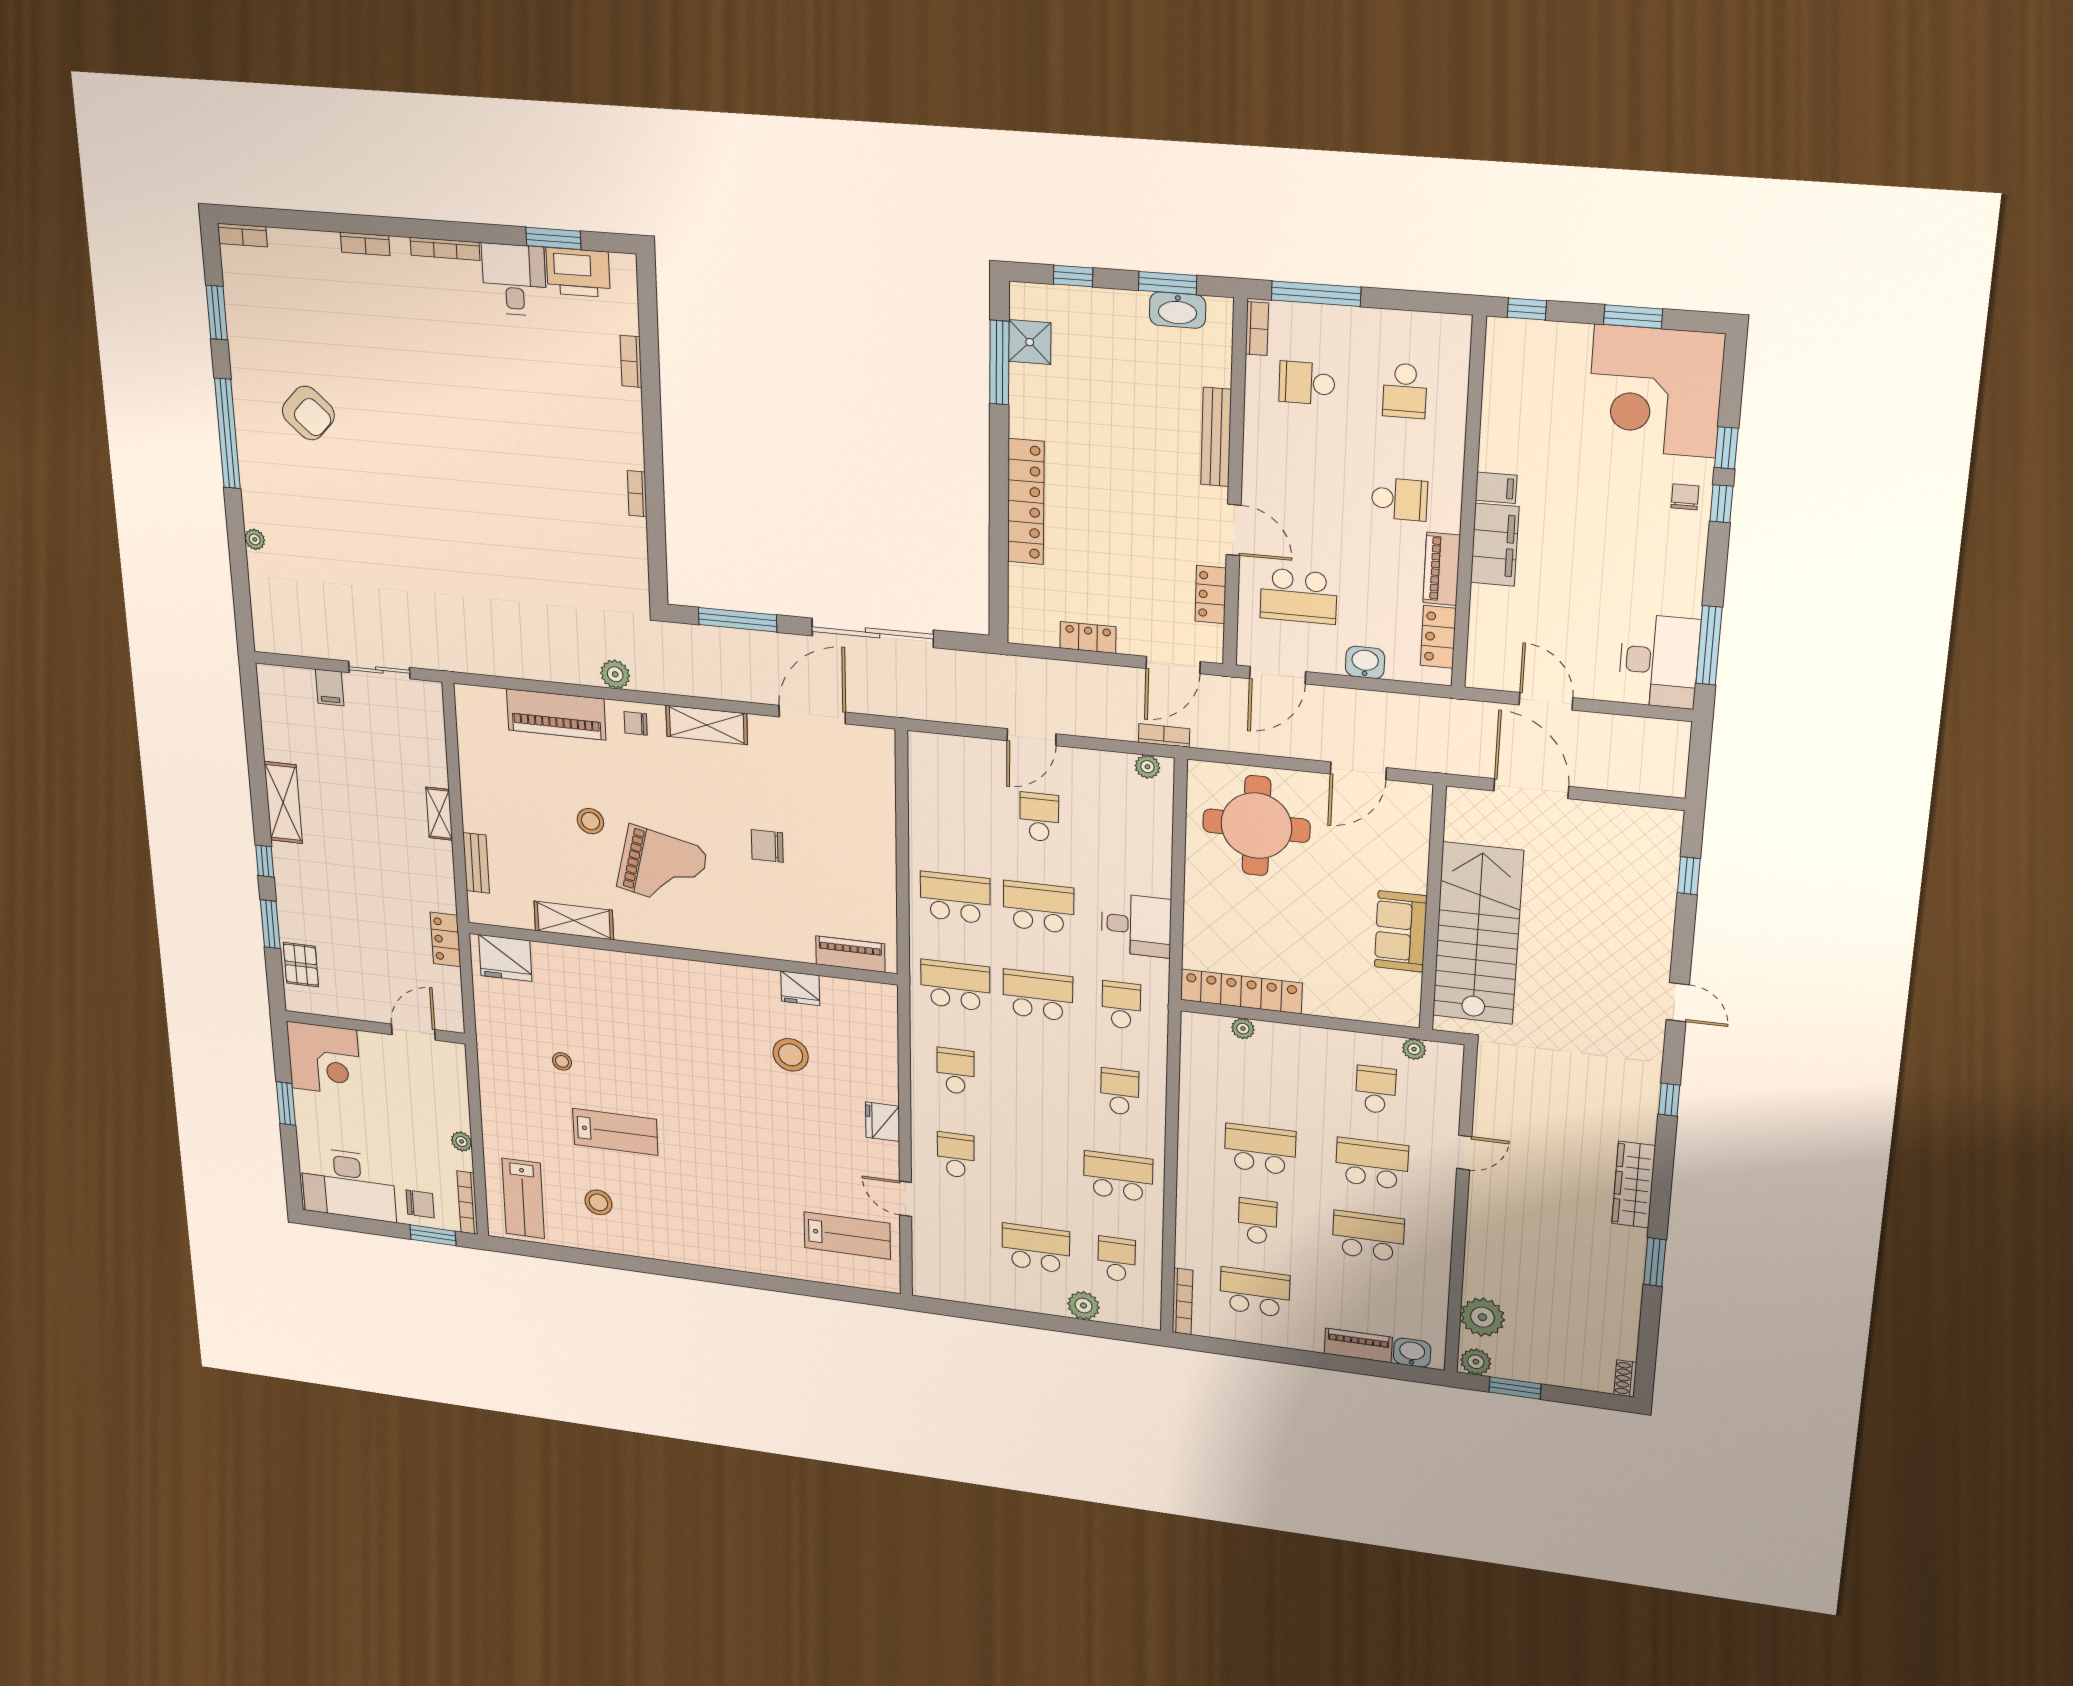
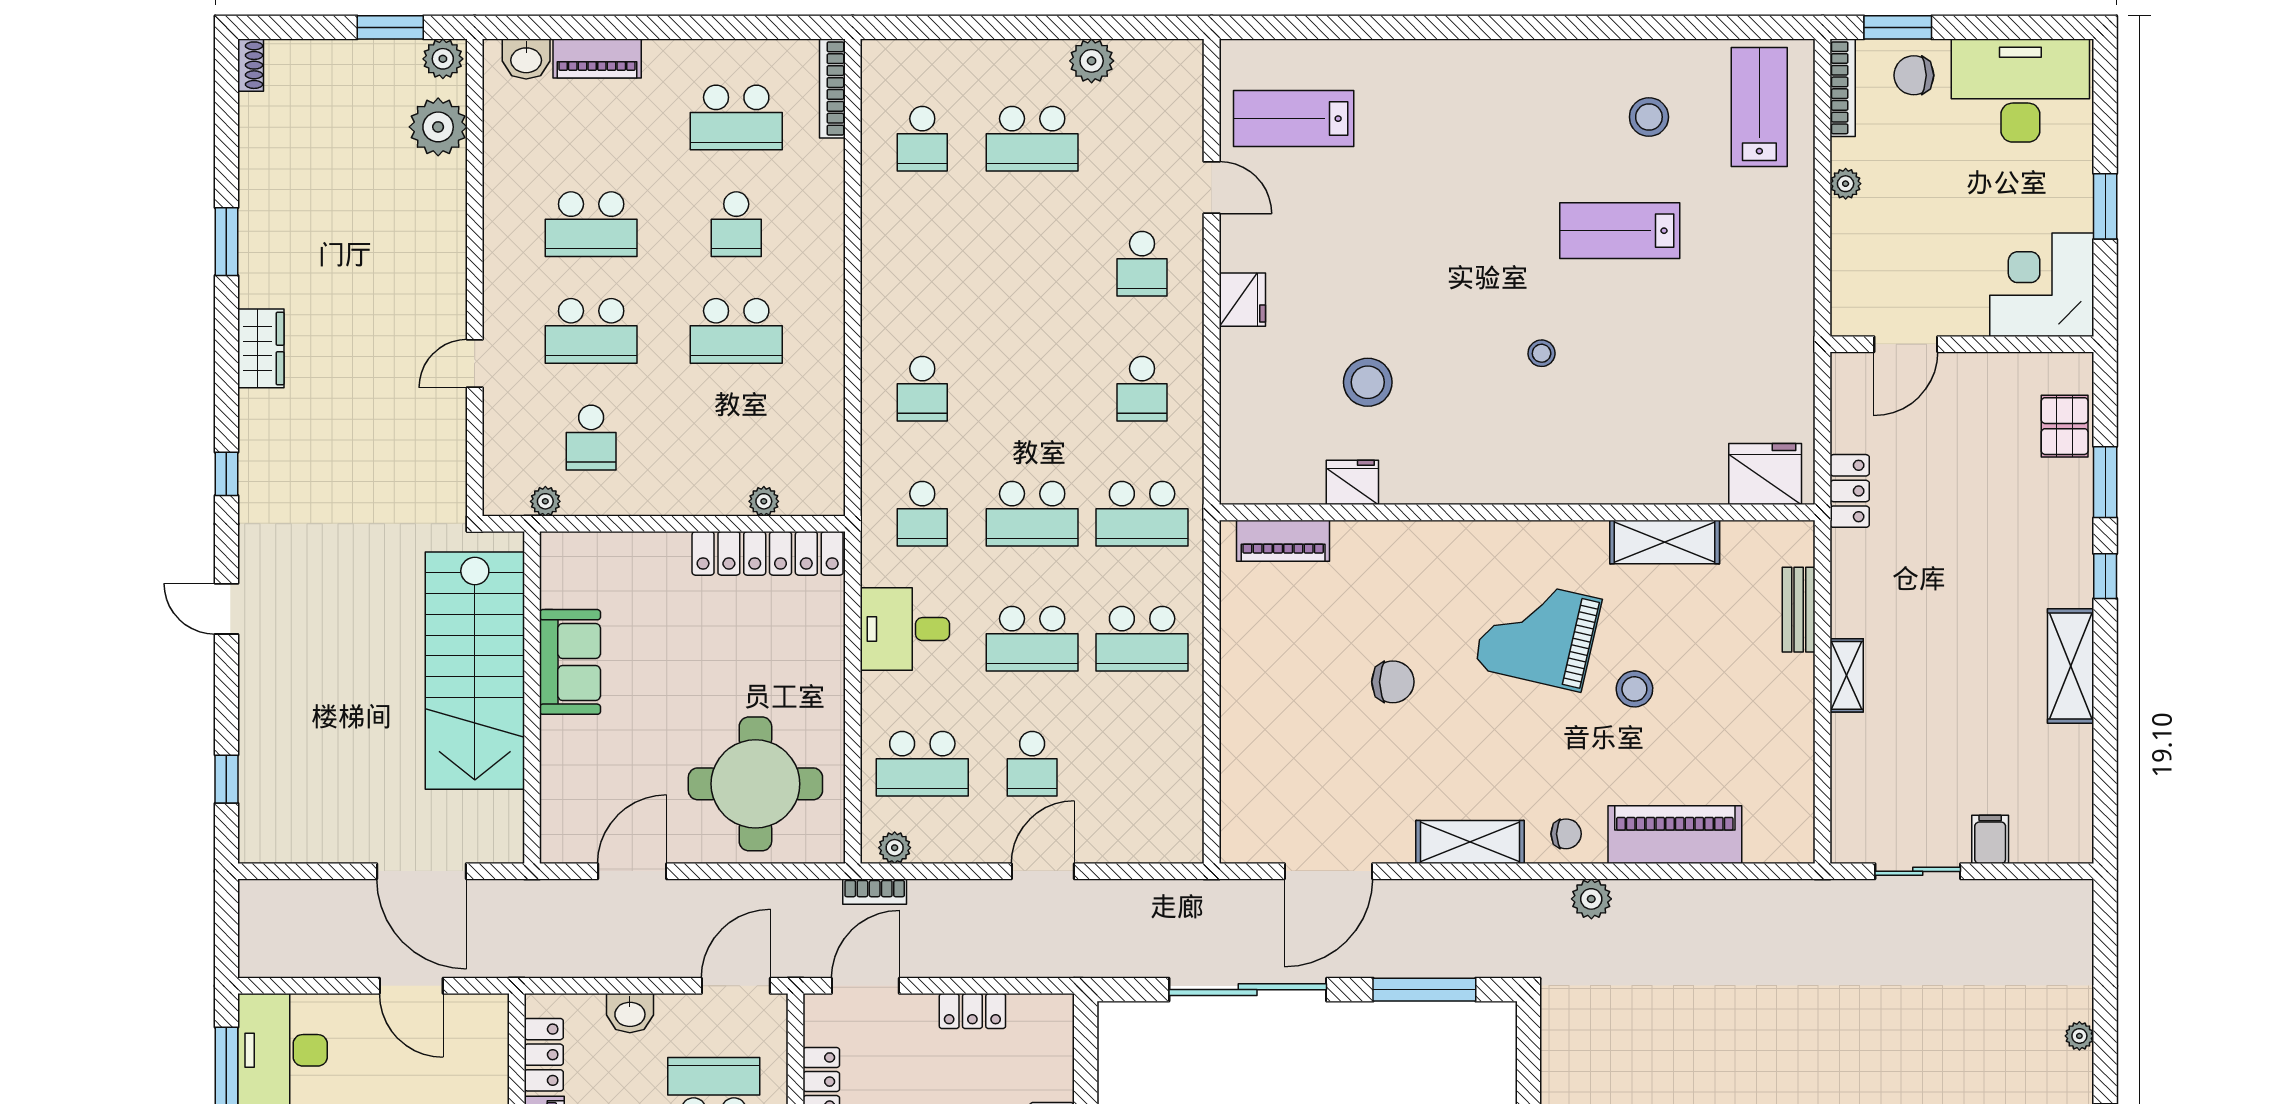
stool: (562, 1061) -> (1542, 353), moved
school desk: (1118, 1176) -> (922, 764), moved
wardrobe: (1634, 1185) -> (261, 348), width x0.67
plant: (1084, 1306) -> (1092, 61), moved

